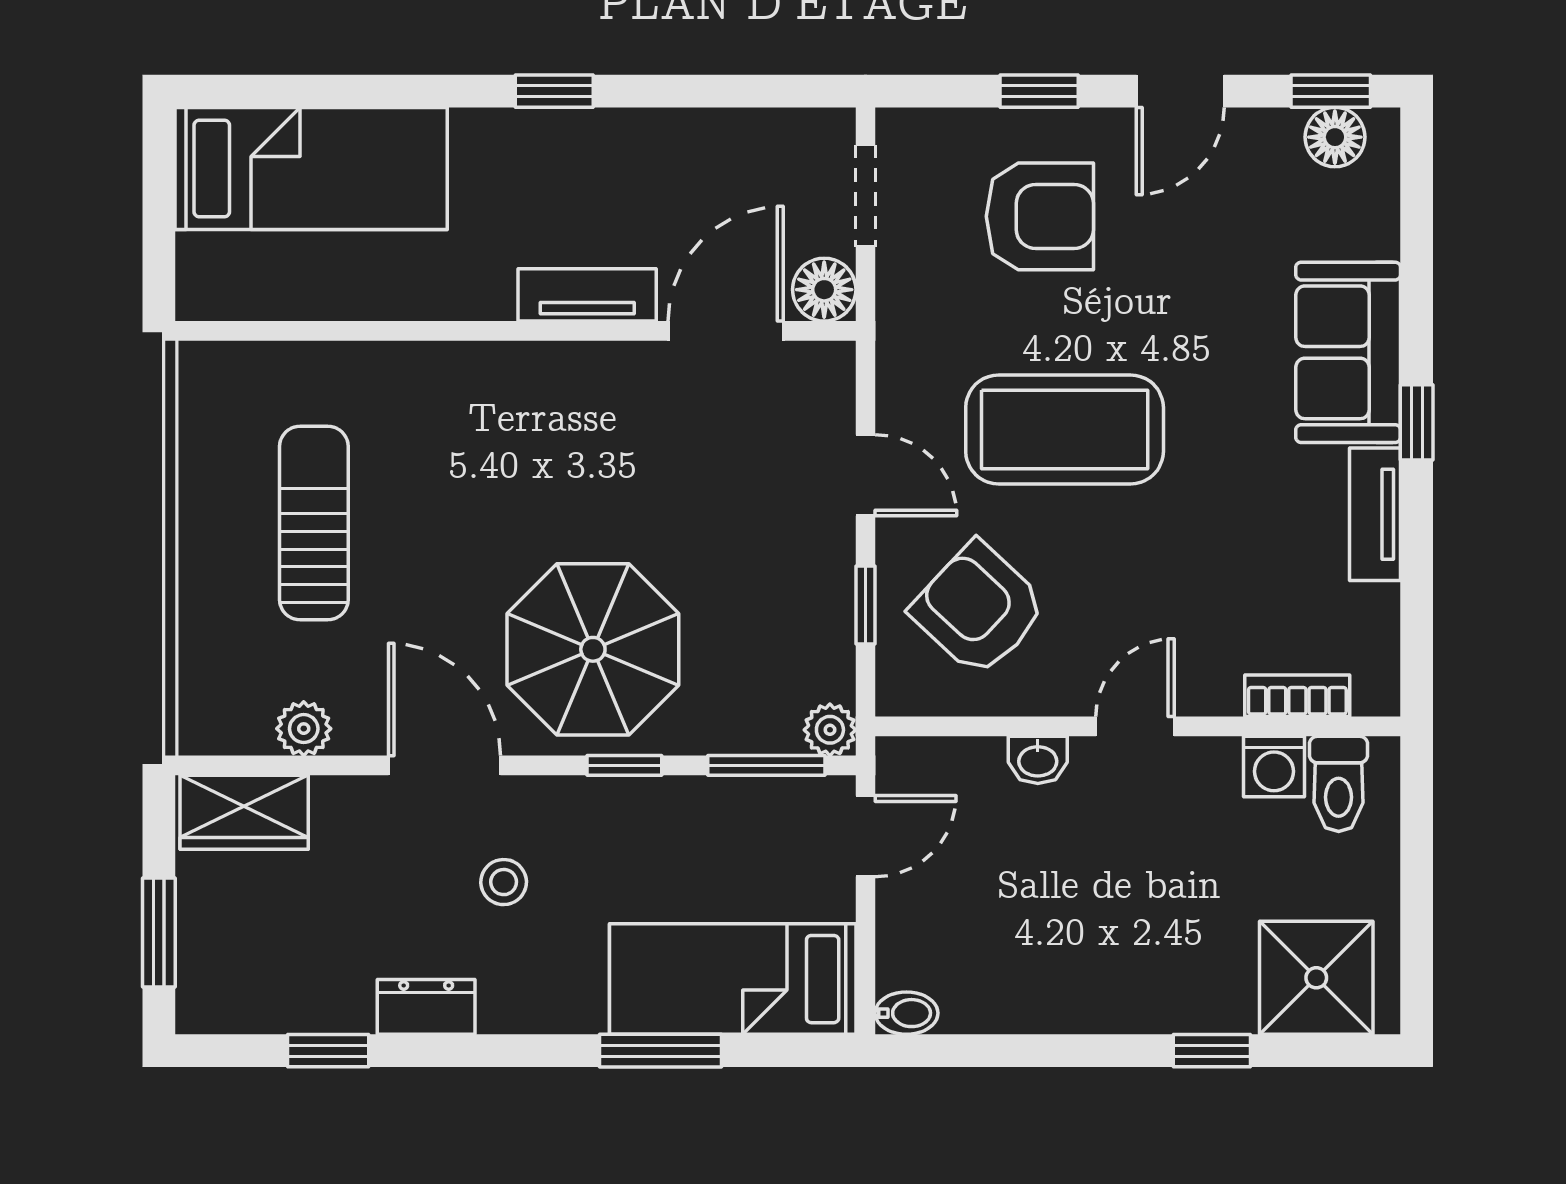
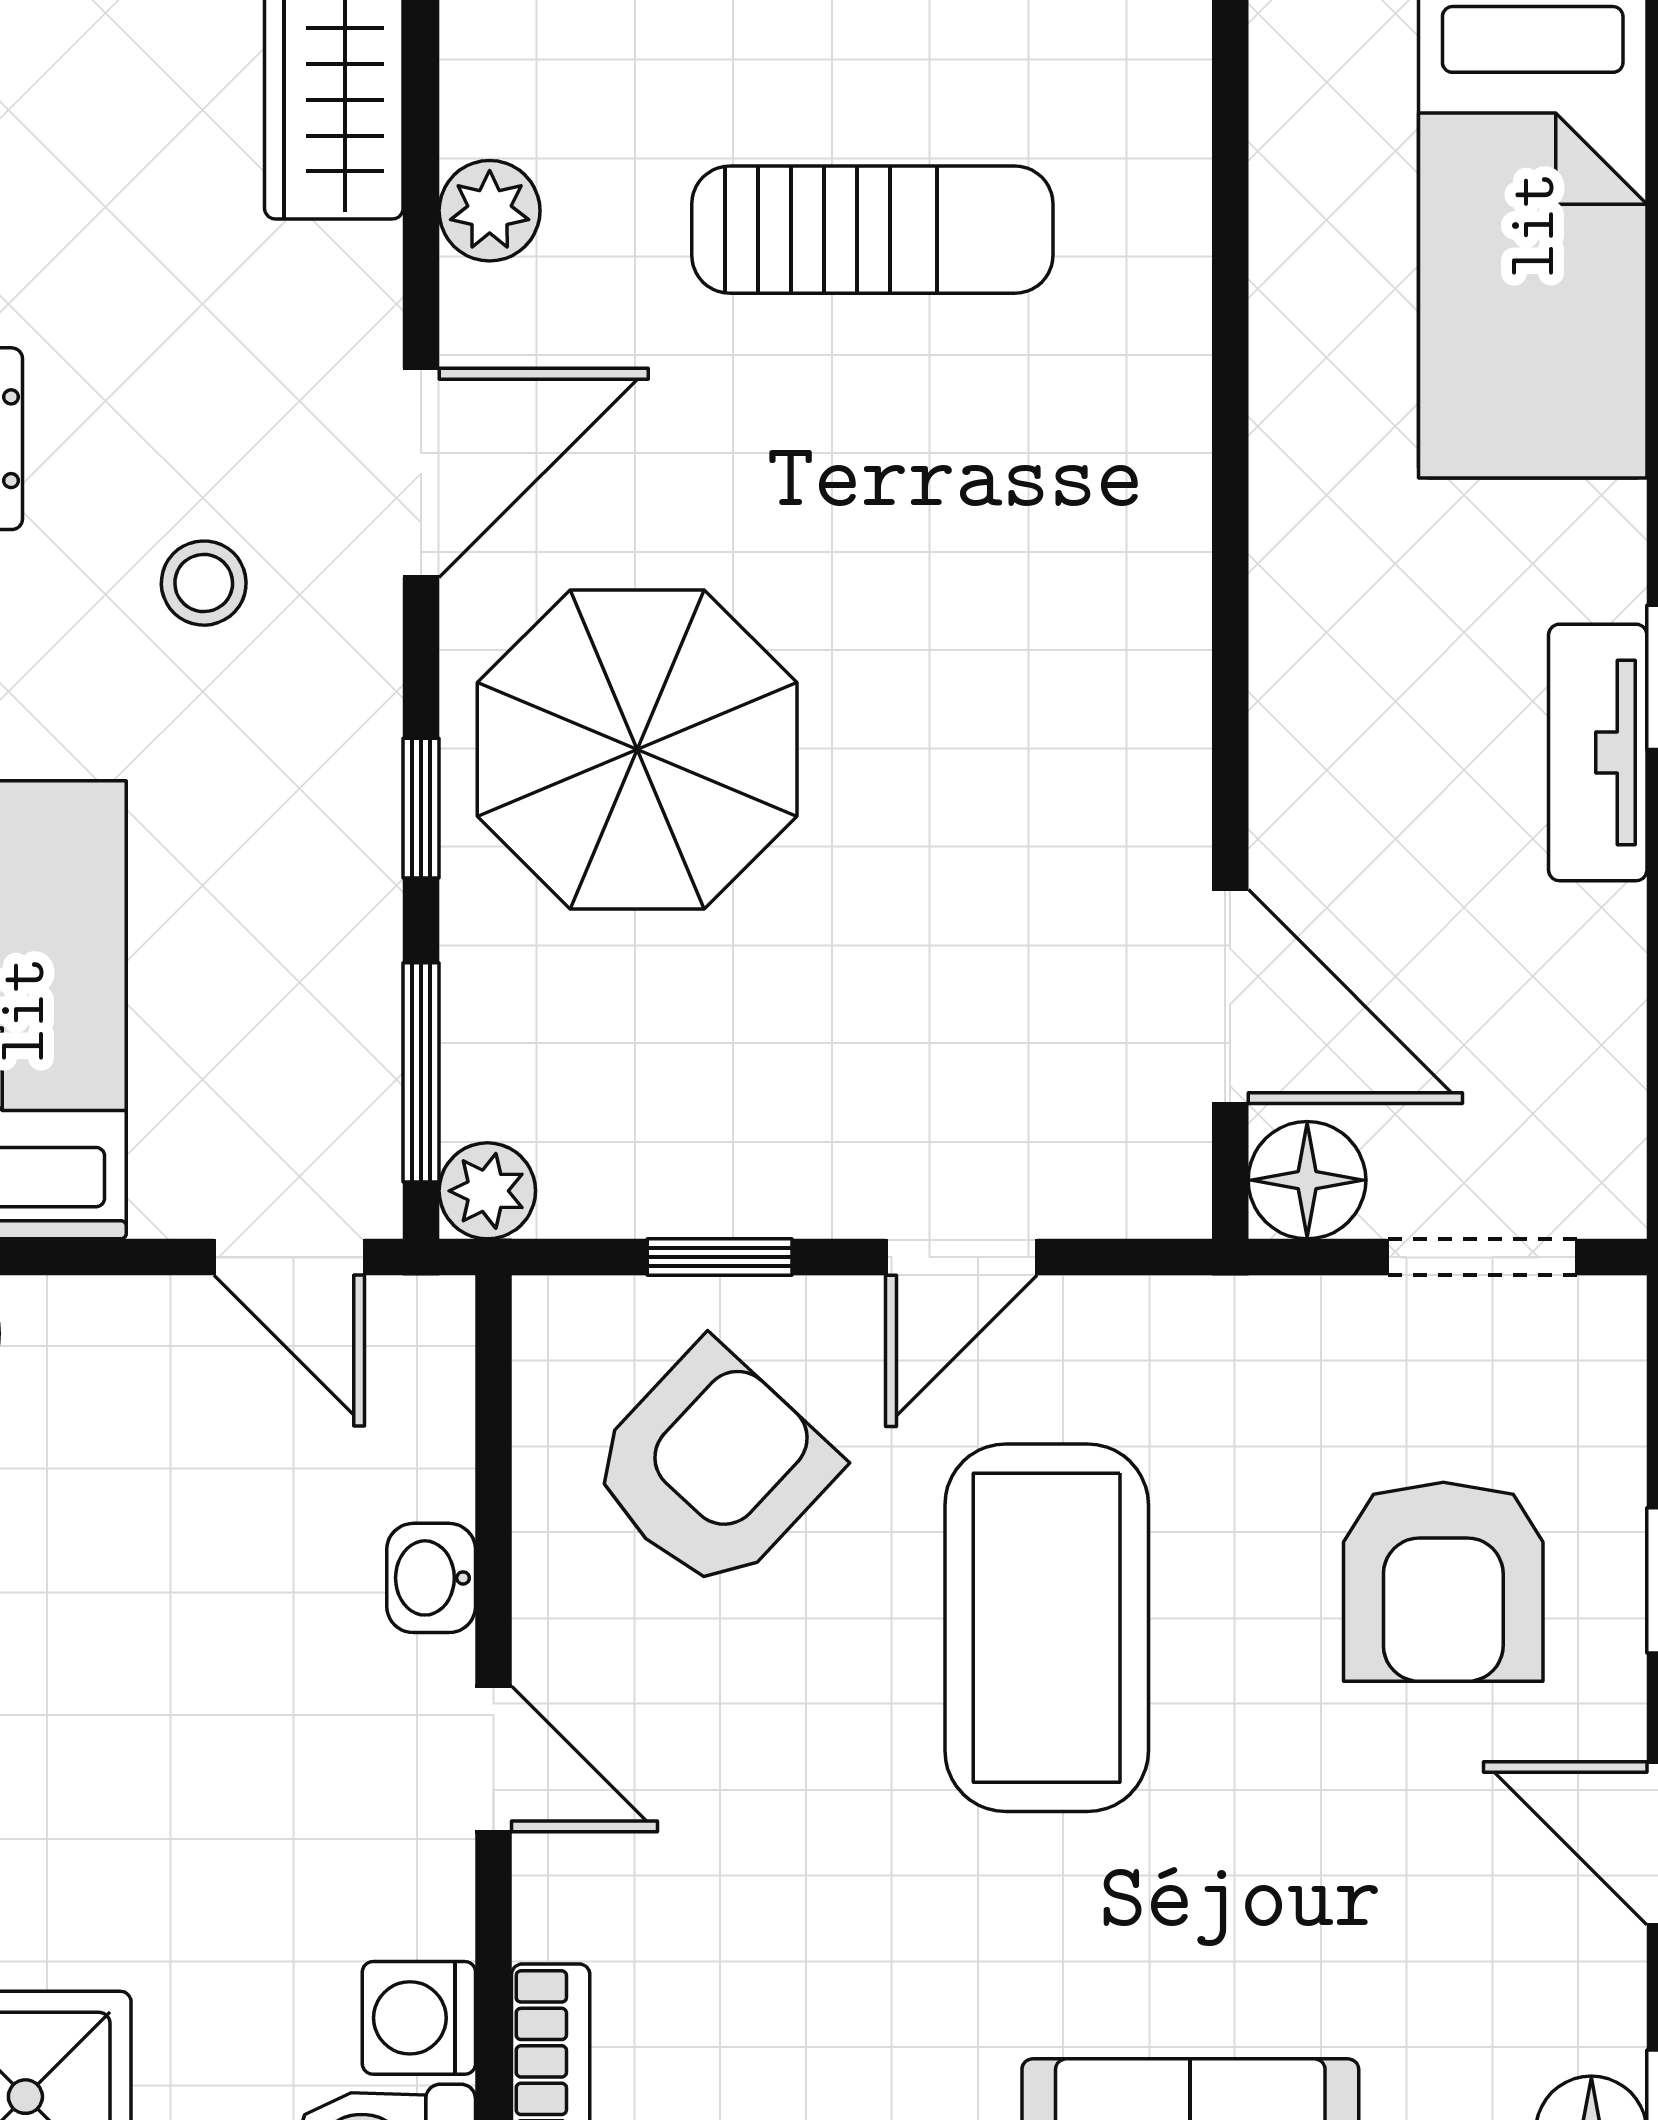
tv unit: (587, 295) -> (1598, 752), moved, turned 180

